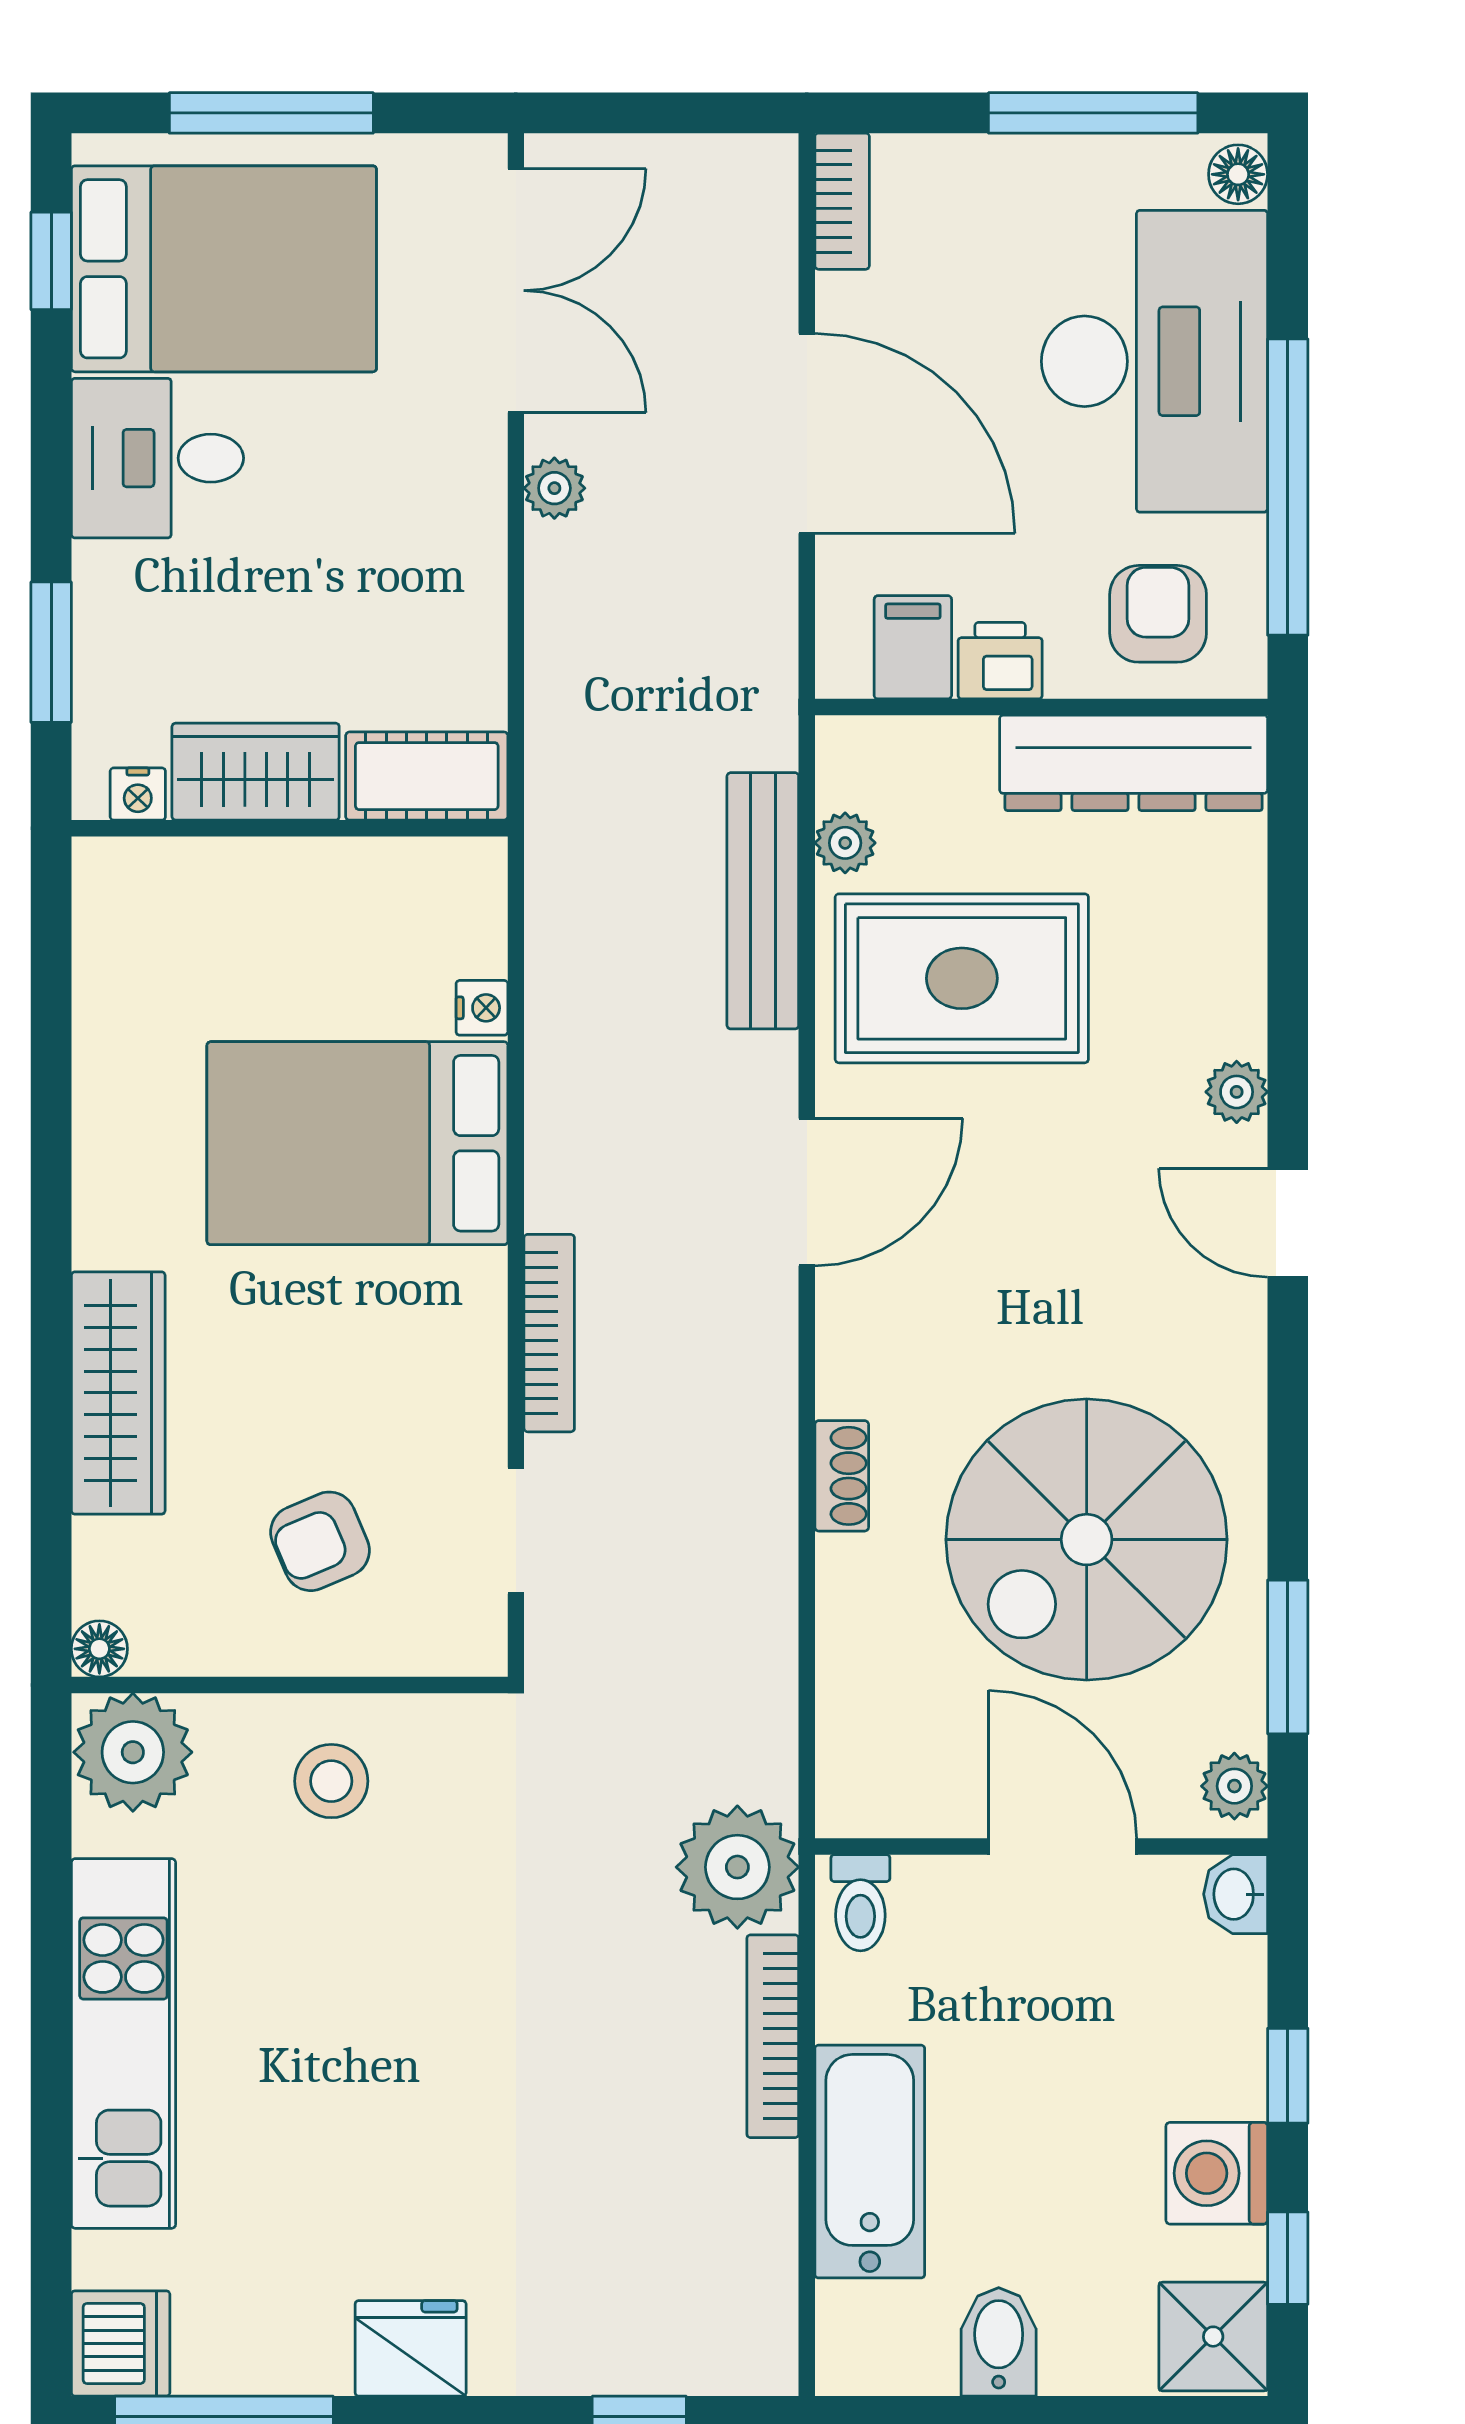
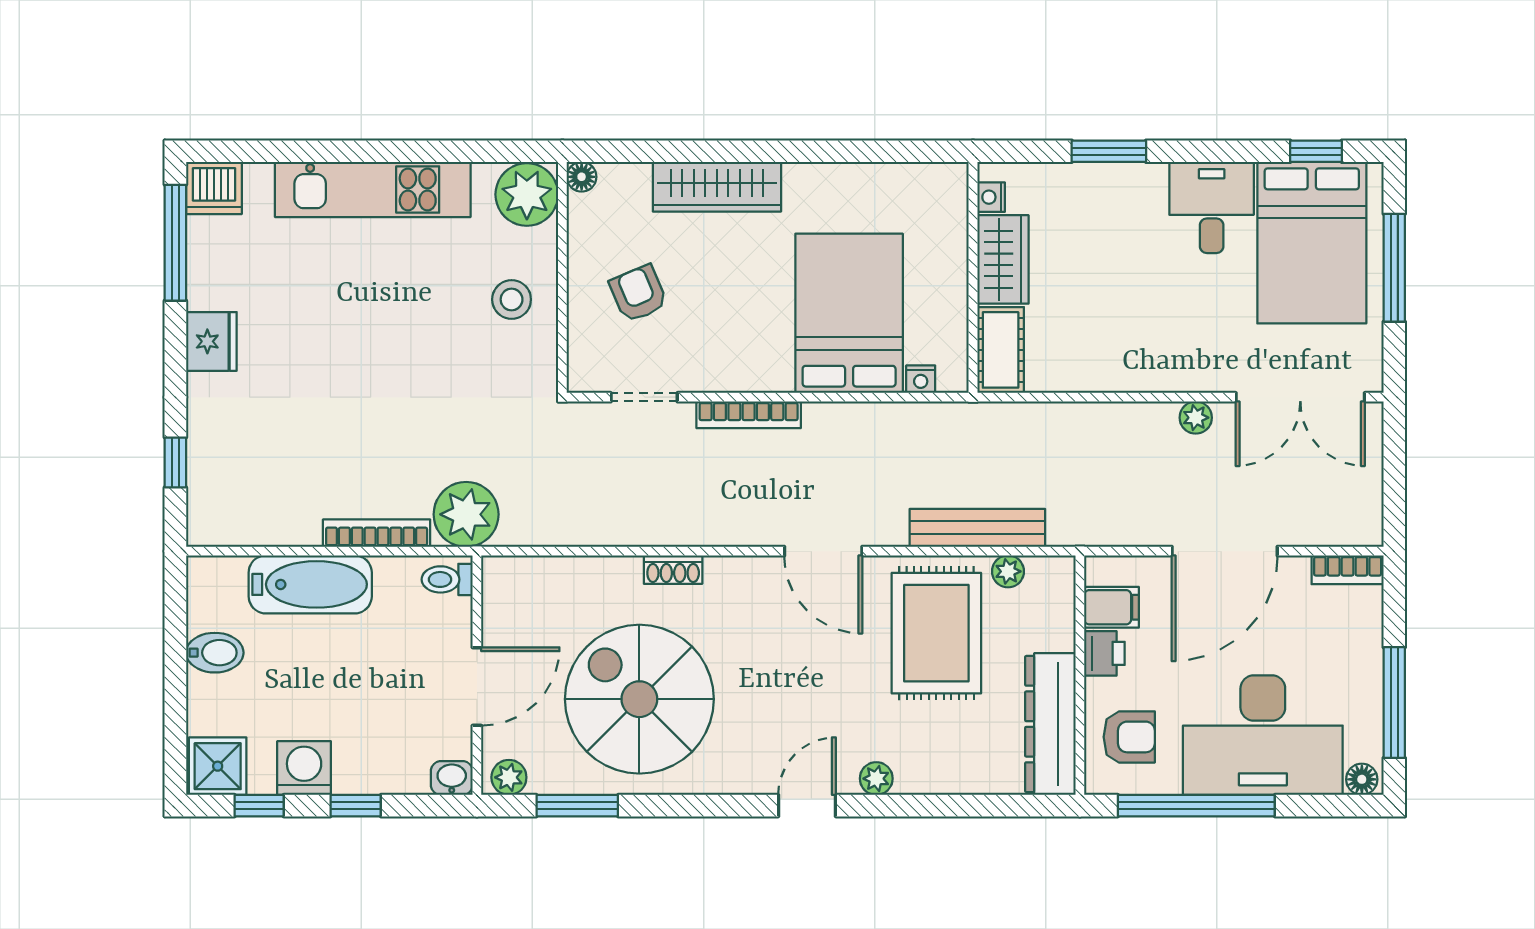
wardrobe: (256, 772) -> (1003, 259), moved
cot: (427, 776) -> (1001, 350), moved
nightstand: (138, 794) -> (991, 197), moved
wall: (290, 828) -> (973, 277), moved

